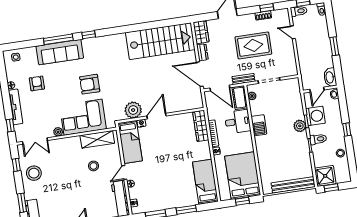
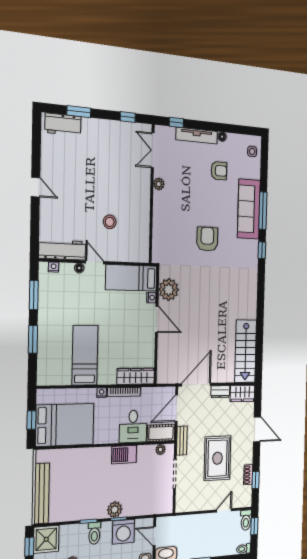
stairs: (160, 41) -> (246, 351), width x0.73, depth x0.66
corner sofa: (83, 117) -> (171, 221), removed
shelving: (97, 139) -> (141, 234), removed
stool: (34, 173) -> (114, 138), removed
bed: (205, 182) -> (85, 355), moved, turned -90

